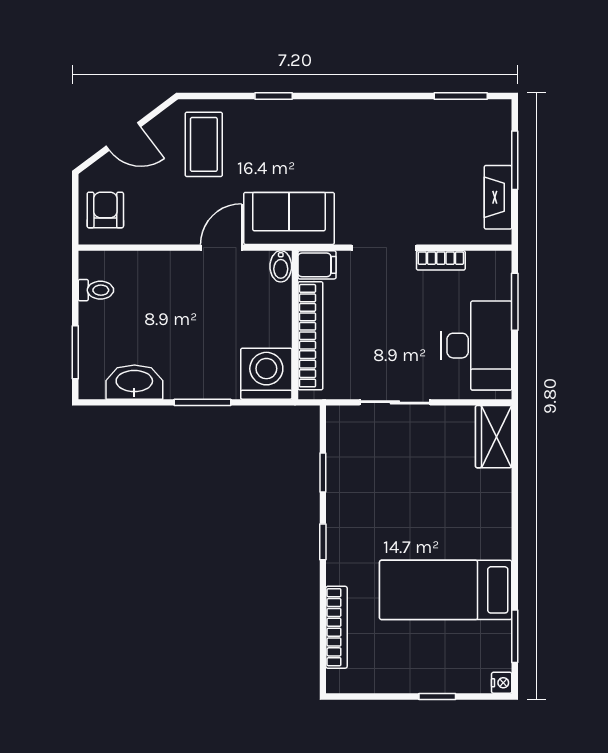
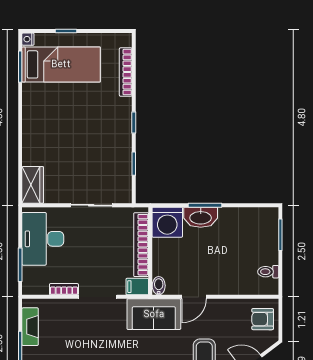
armchair: (105, 210) -> (263, 319), turned 90
washbasin: (134, 382) -> (201, 217), moved
bed: (446, 590) -> (61, 64), moved

